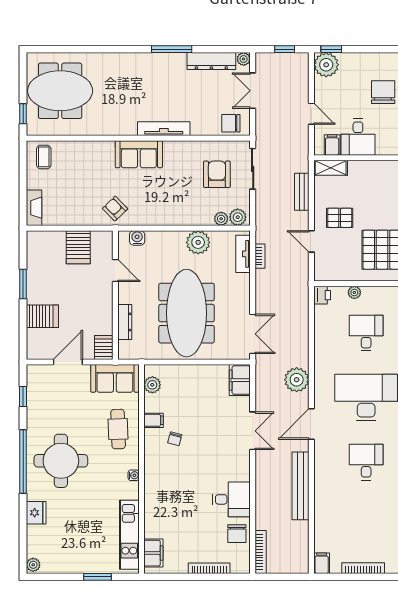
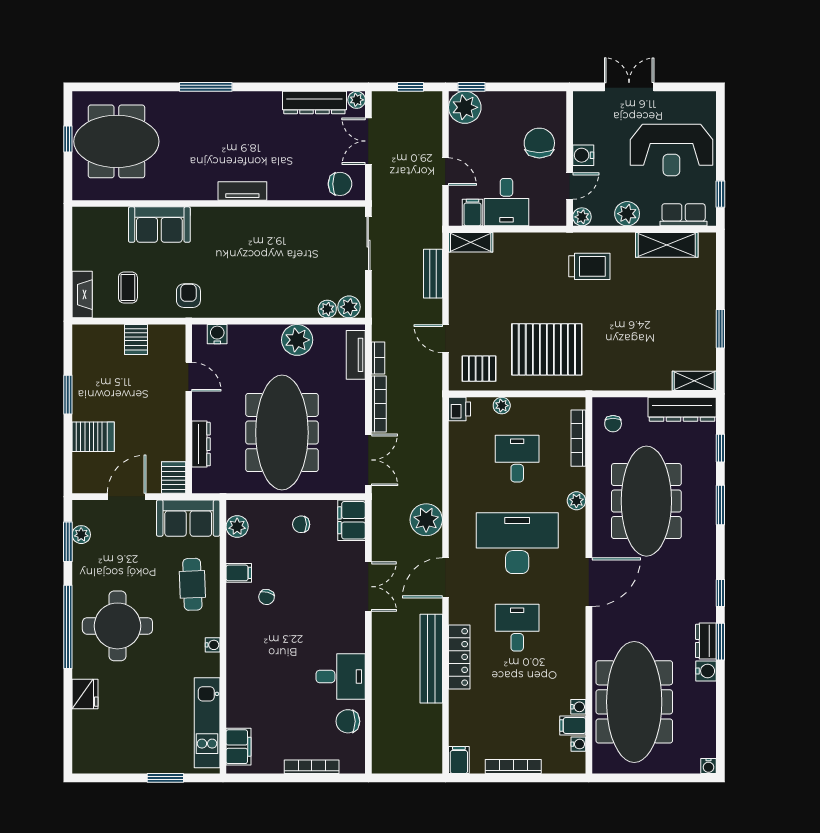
window: (172, 49) -> (206, 87), moved
window: (23, 114) -> (68, 139), moved
chair: (231, 123) -> (340, 184), turned 180
tv unit: (164, 129) -> (242, 191), width x0.71
sofa: (139, 154) -> (159, 225), moved
coffee table: (44, 157) -> (128, 288), moved
armchair: (217, 174) -> (322, 251), removed
armchair: (115, 209) -> (188, 296), turned 44
pallet: (340, 218) -> (479, 369), moved
server rack: (78, 247) -> (136, 340), width x0.73, depth x0.70
chair: (201, 383) -> (301, 524), added
window: (23, 397) -> (68, 542), width x1.50
locker: (322, 484) -> (459, 657), added
chair: (237, 534) -> (348, 721), turned 90
bookcase: (261, 552) -> (379, 404), moved
plant: (33, 565) -> (81, 535), moved

